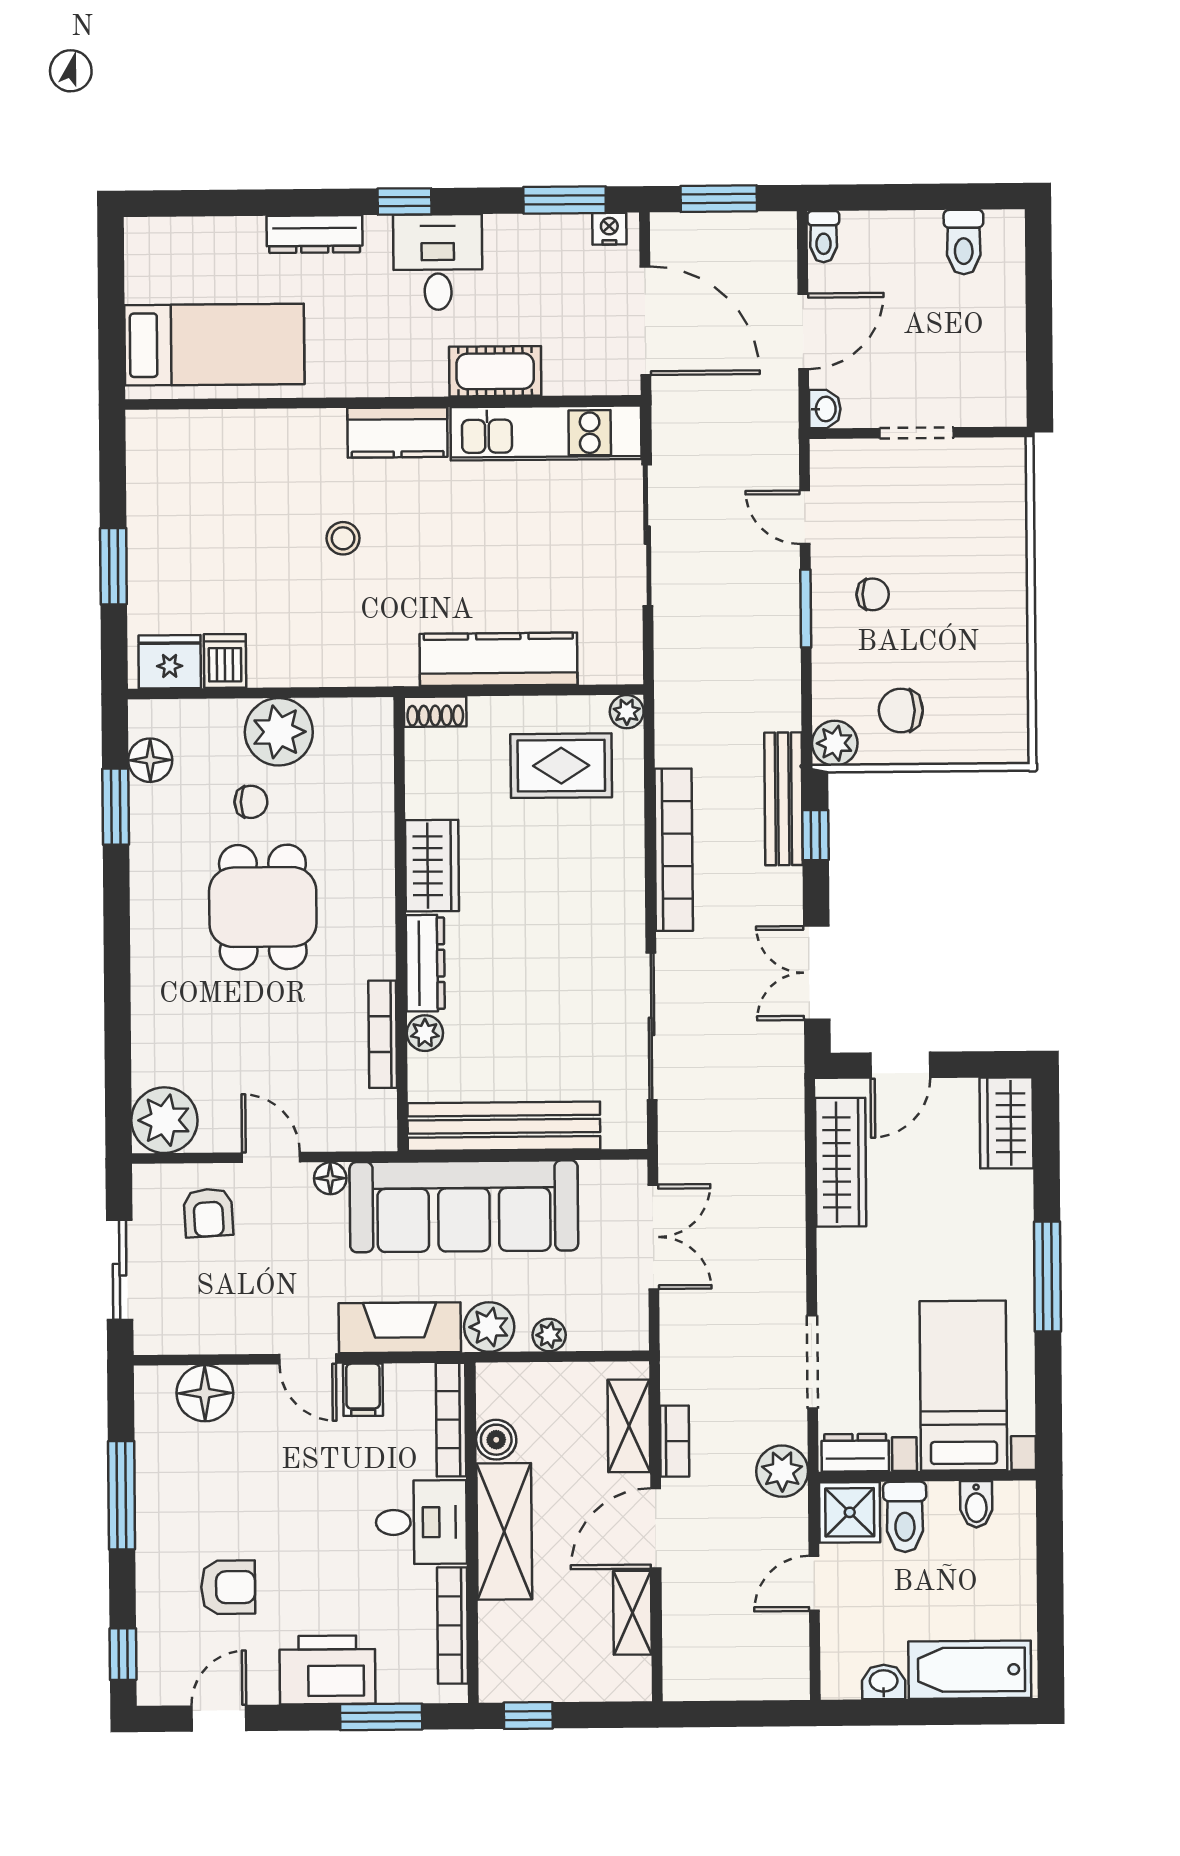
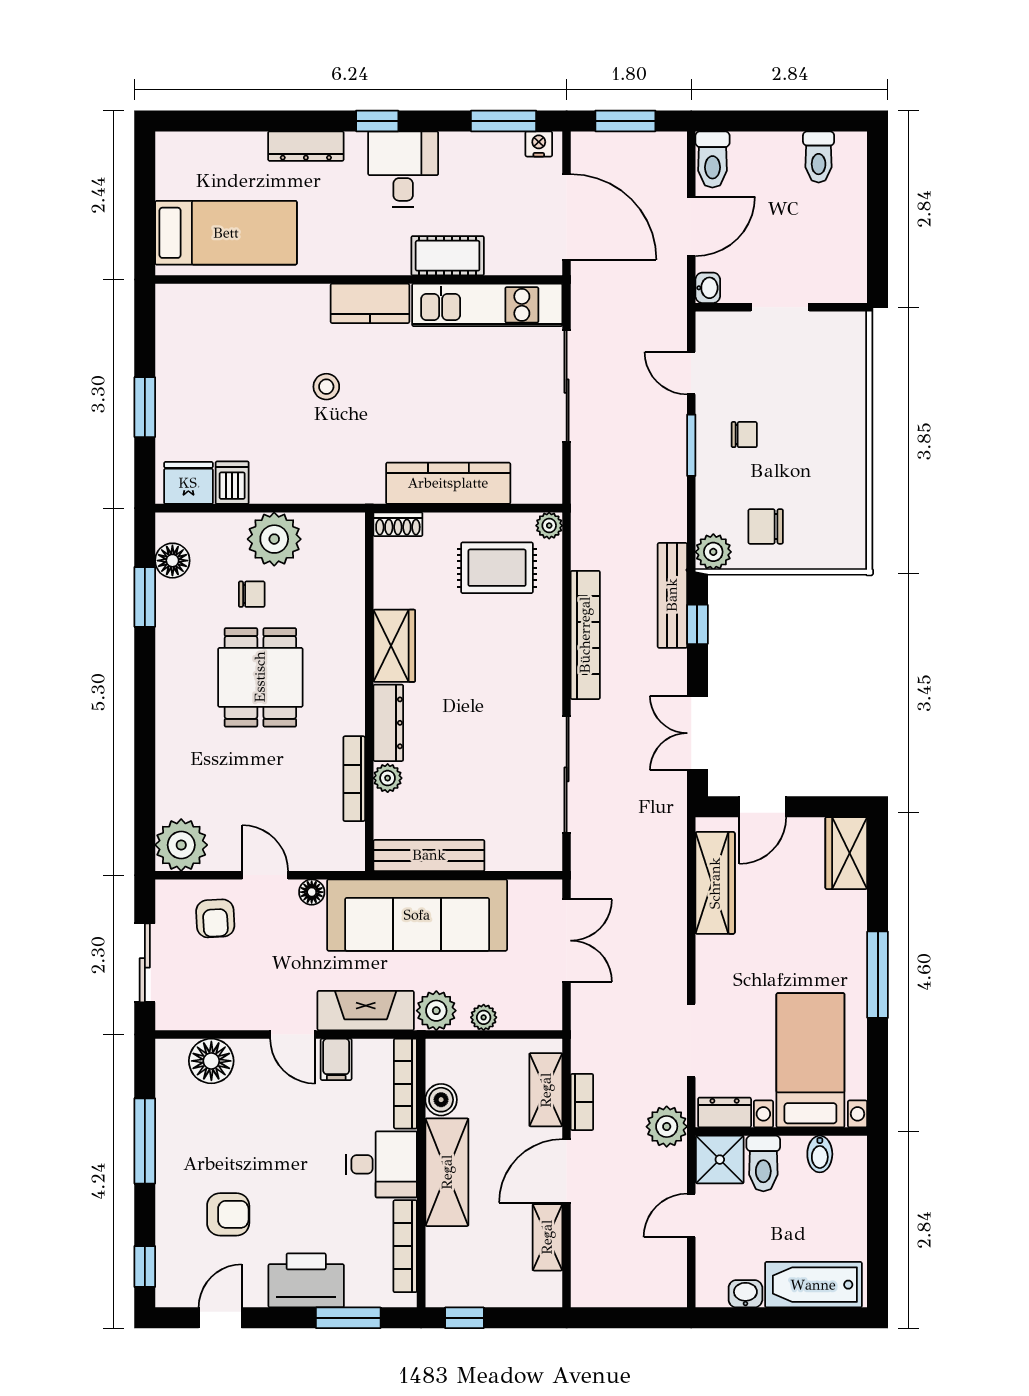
toilet: (823, 237) -> (712, 159), width x1.37, depth x1.39
bench: (504, 1126) -> (429, 855), width x0.73, depth x0.82

